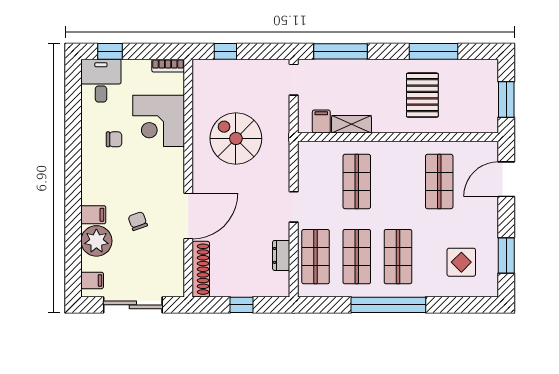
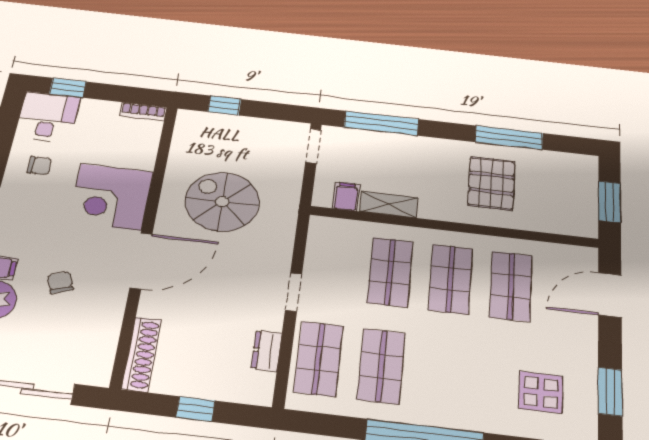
corner desk: (159, 121) -> (111, 197), moved
chair: (114, 139) -> (39, 166), moved
door: (188, 216) -> (141, 261), moved
shop shelf: (398, 257) -> (450, 279), moved

